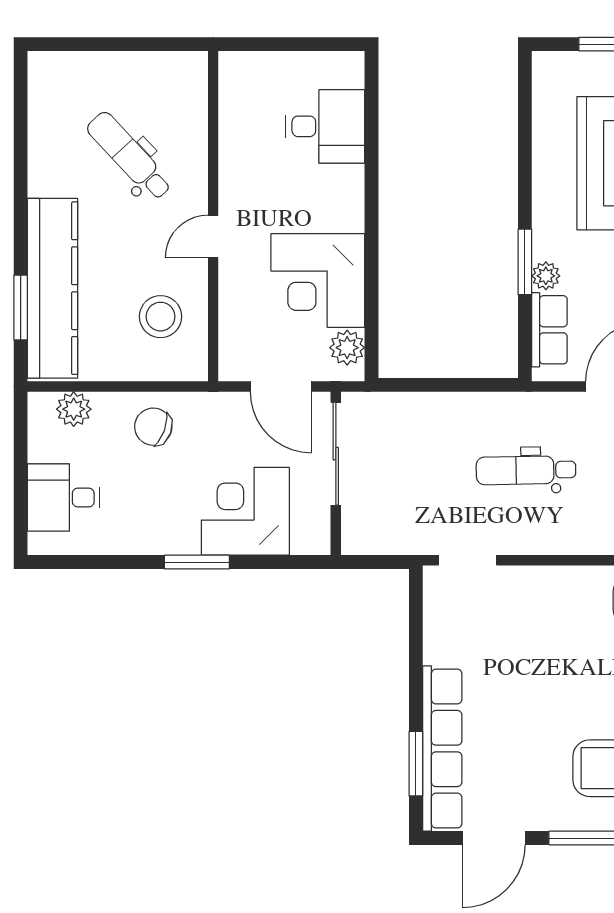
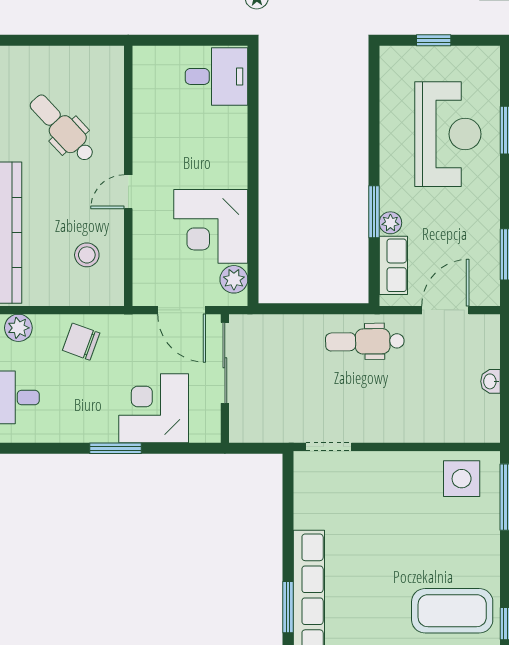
desk: (325, 126) -> (217, 76), moved
stool: (161, 317) -> (87, 255), width x0.73, depth x0.73
dental chair: (526, 470) -> (365, 341), moved

